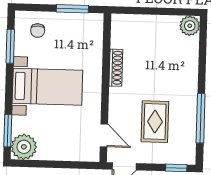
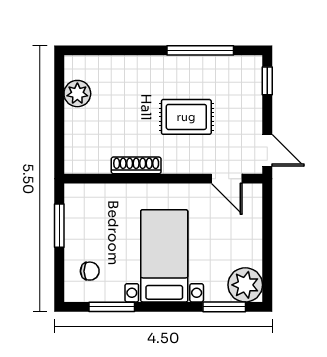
plant: (190, 26) -> (77, 94), moved
rug: (155, 122) -> (186, 117), moved
door: (104, 135) -> (227, 179), swing flipped

